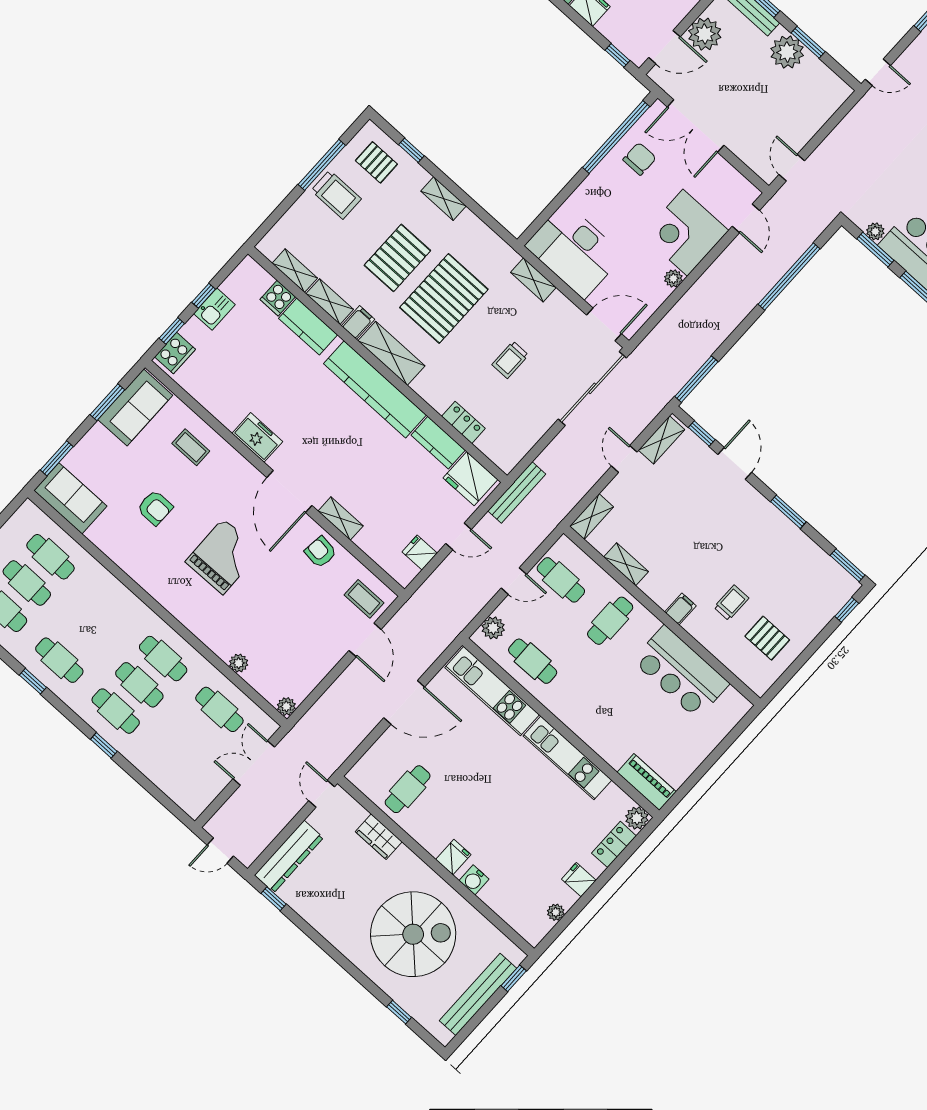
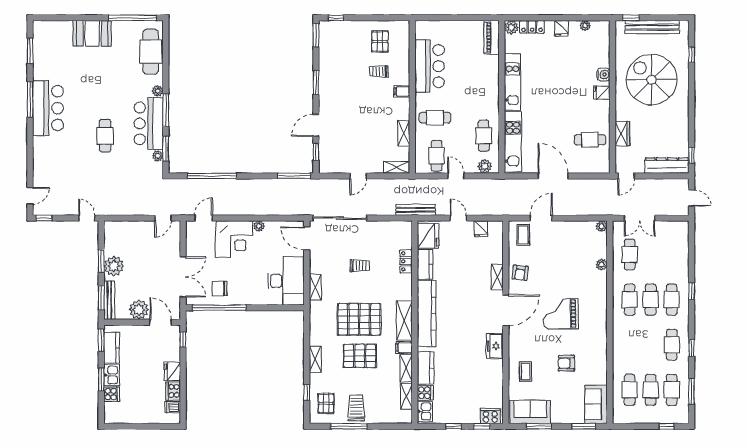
kitchen sink: (214, 309) -> (425, 411), moved, turned 90
shelving: (661, 440) -> (335, 167), removed
armchair: (155, 508) -> (566, 363), turned -90

